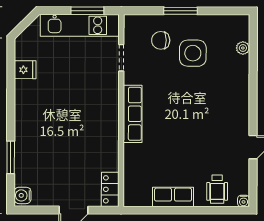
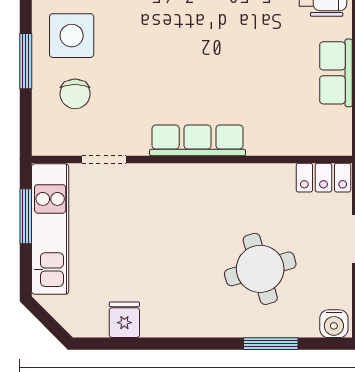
side table: (193, 53) -> (72, 36), moved
round table: (56, 151) -> (260, 269), added

